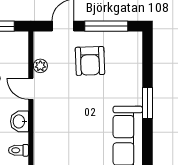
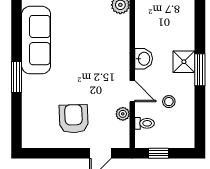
window: (106, 26) -> (57, 153), removed
toilet: (18, 150) -> (144, 123), moved

